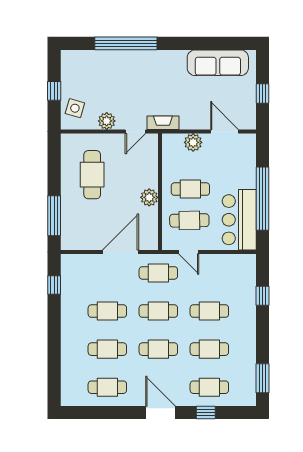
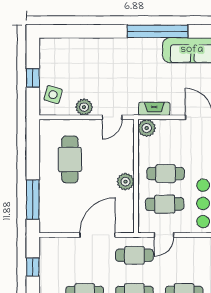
window: (126, 43) -> (157, 31), moved
fireplace: (163, 123) -> (154, 109), moved
plant: (193, 142) -> (147, 128), moved
door: (189, 252) -> (164, 235), hinge flipped

